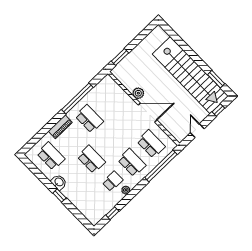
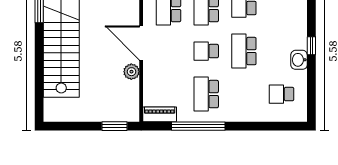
piano: (60, 127) -> (160, 114), moved
school desk: (110, 141) -> (206, 51), added
school desk: (51, 156) -> (282, 94), width x0.54

